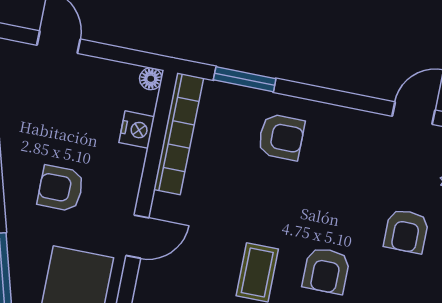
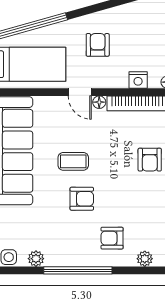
floor lamp: (162, 206) -> (99, 102), added
armchair: (326, 271) -> (82, 199), turned 180

